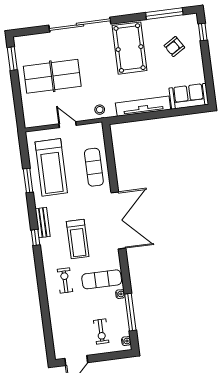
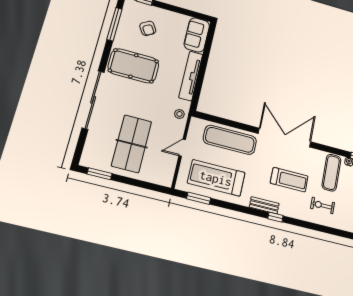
treadmill: (51, 167) -> (216, 178), turned 180
exercise mat: (94, 167) -> (230, 140), width x1.36, depth x1.45
window: (28, 180) -> (199, 198), moved

